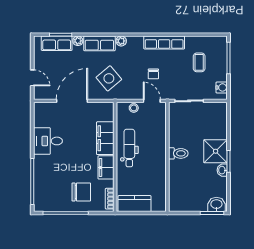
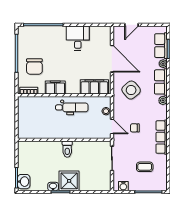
door: (152, 101) -> (112, 127), hinge flipped
filing cabinet: (105, 138) -> (94, 87), moved
kitchen counter: (135, 204) -> (25, 112), removed

